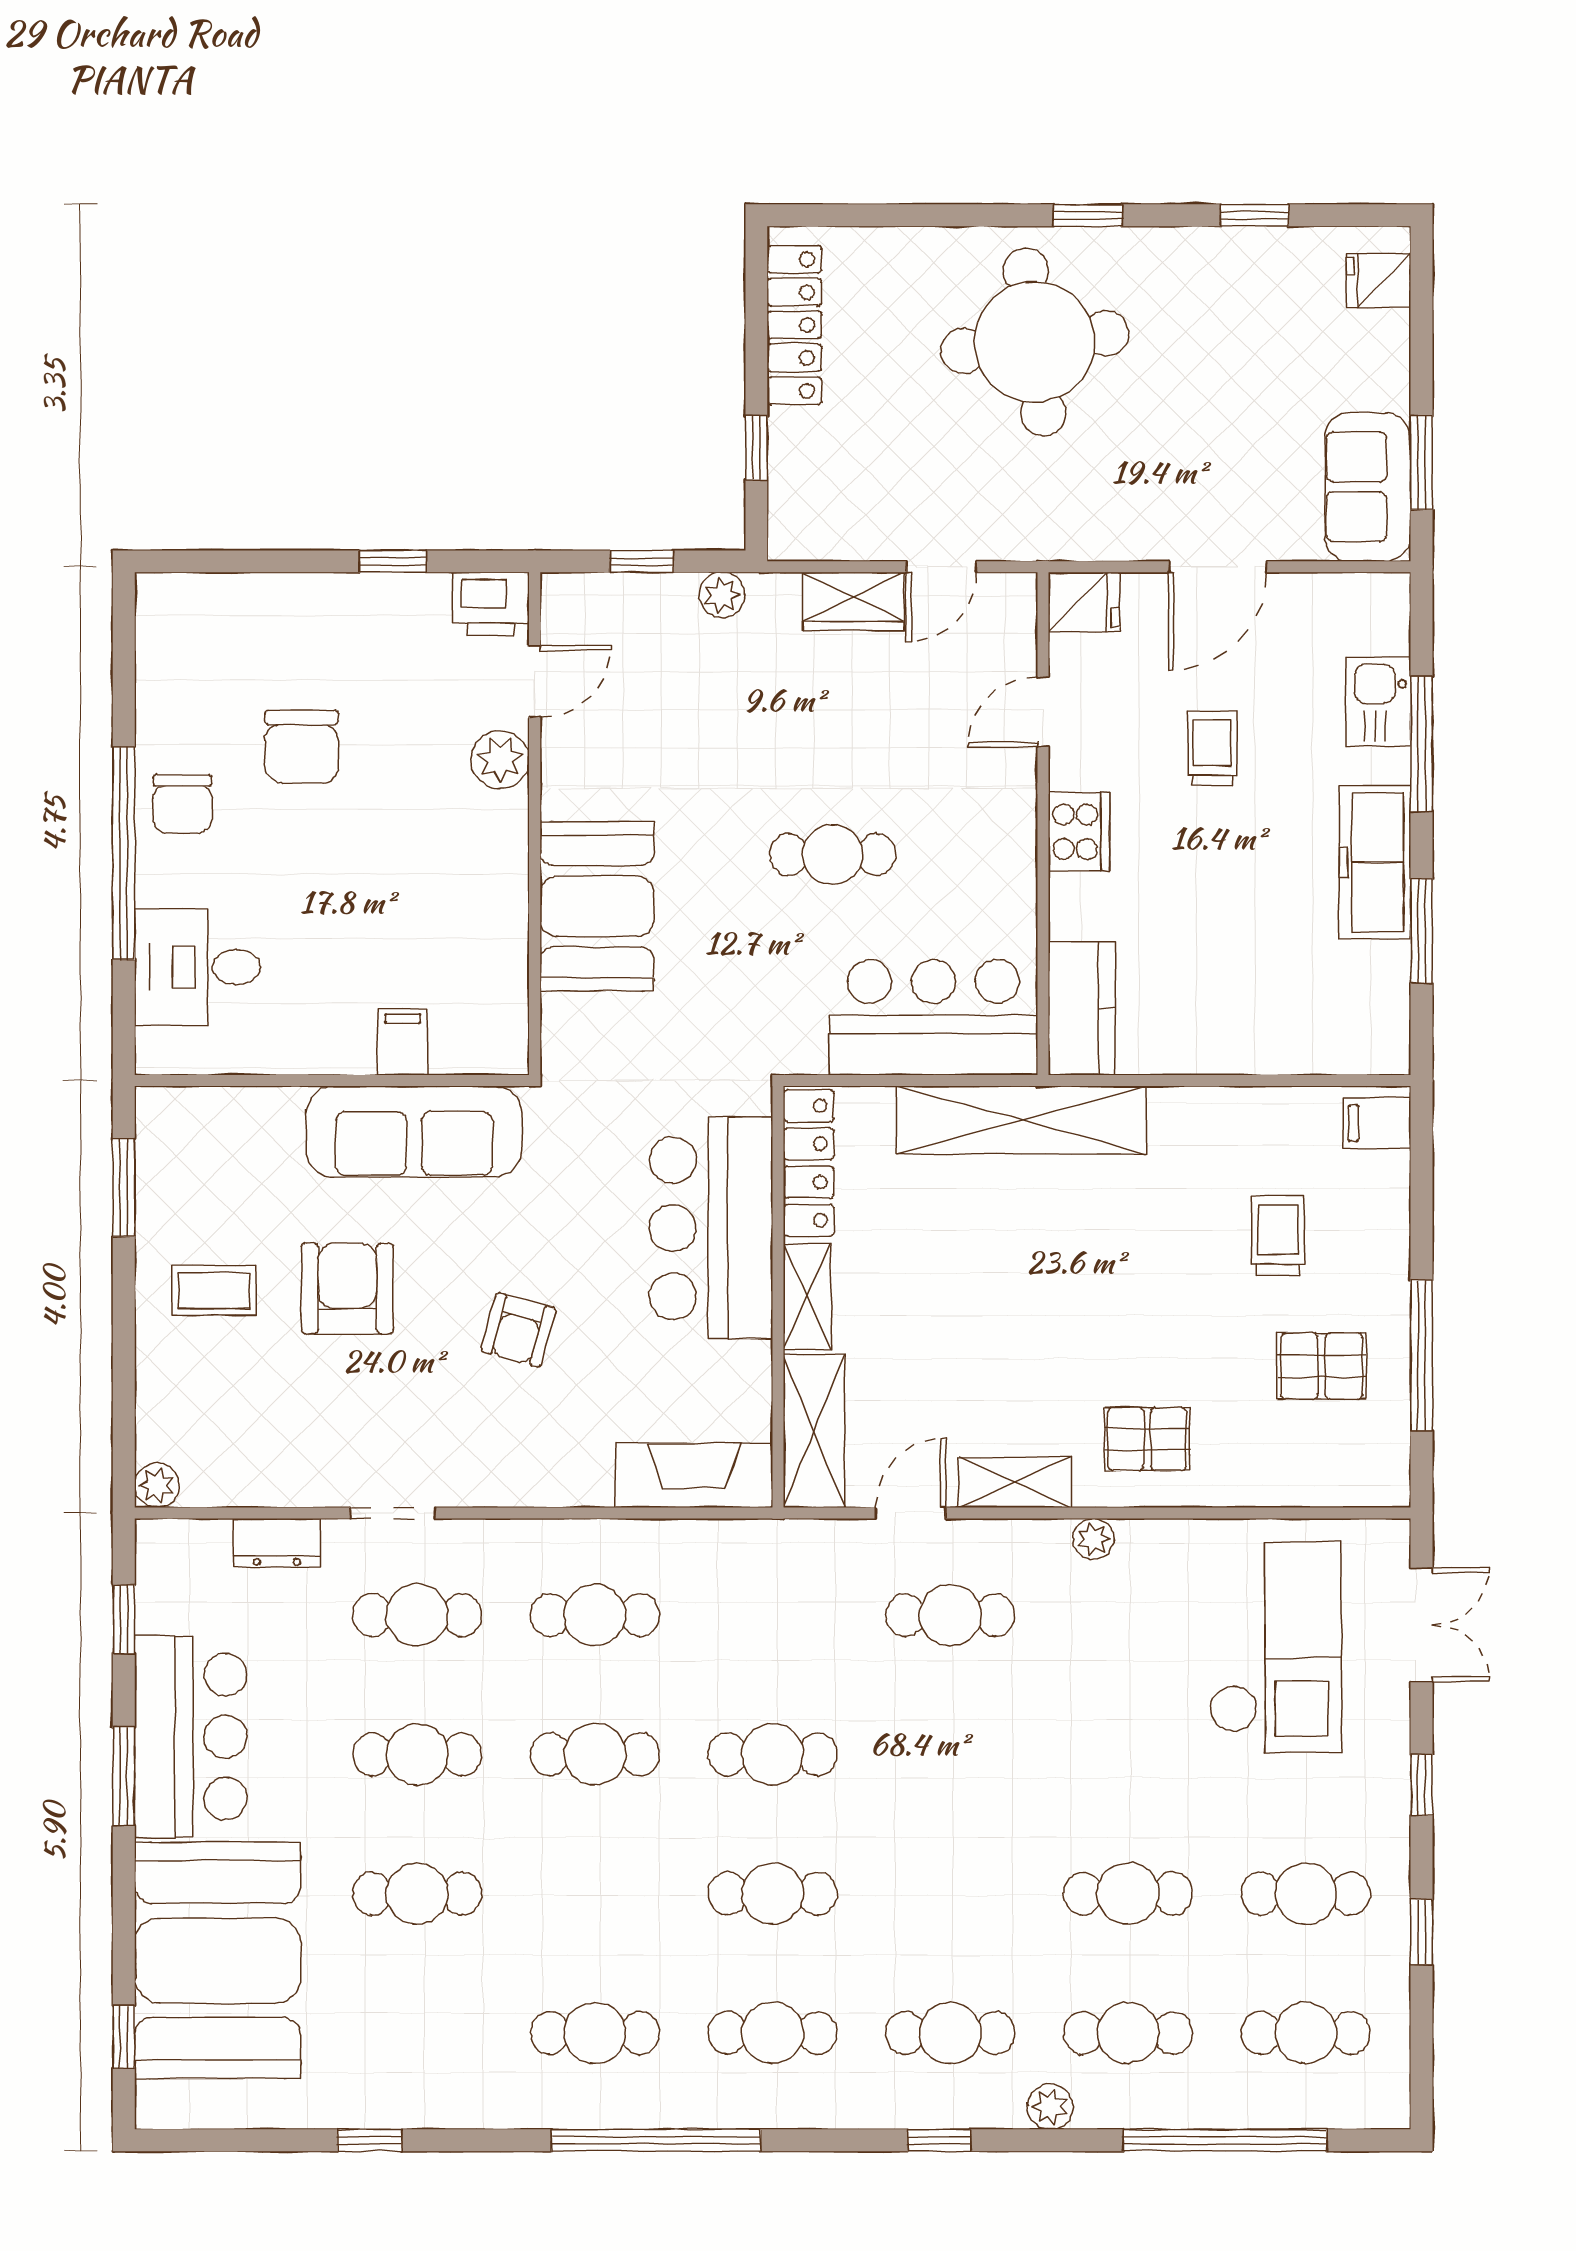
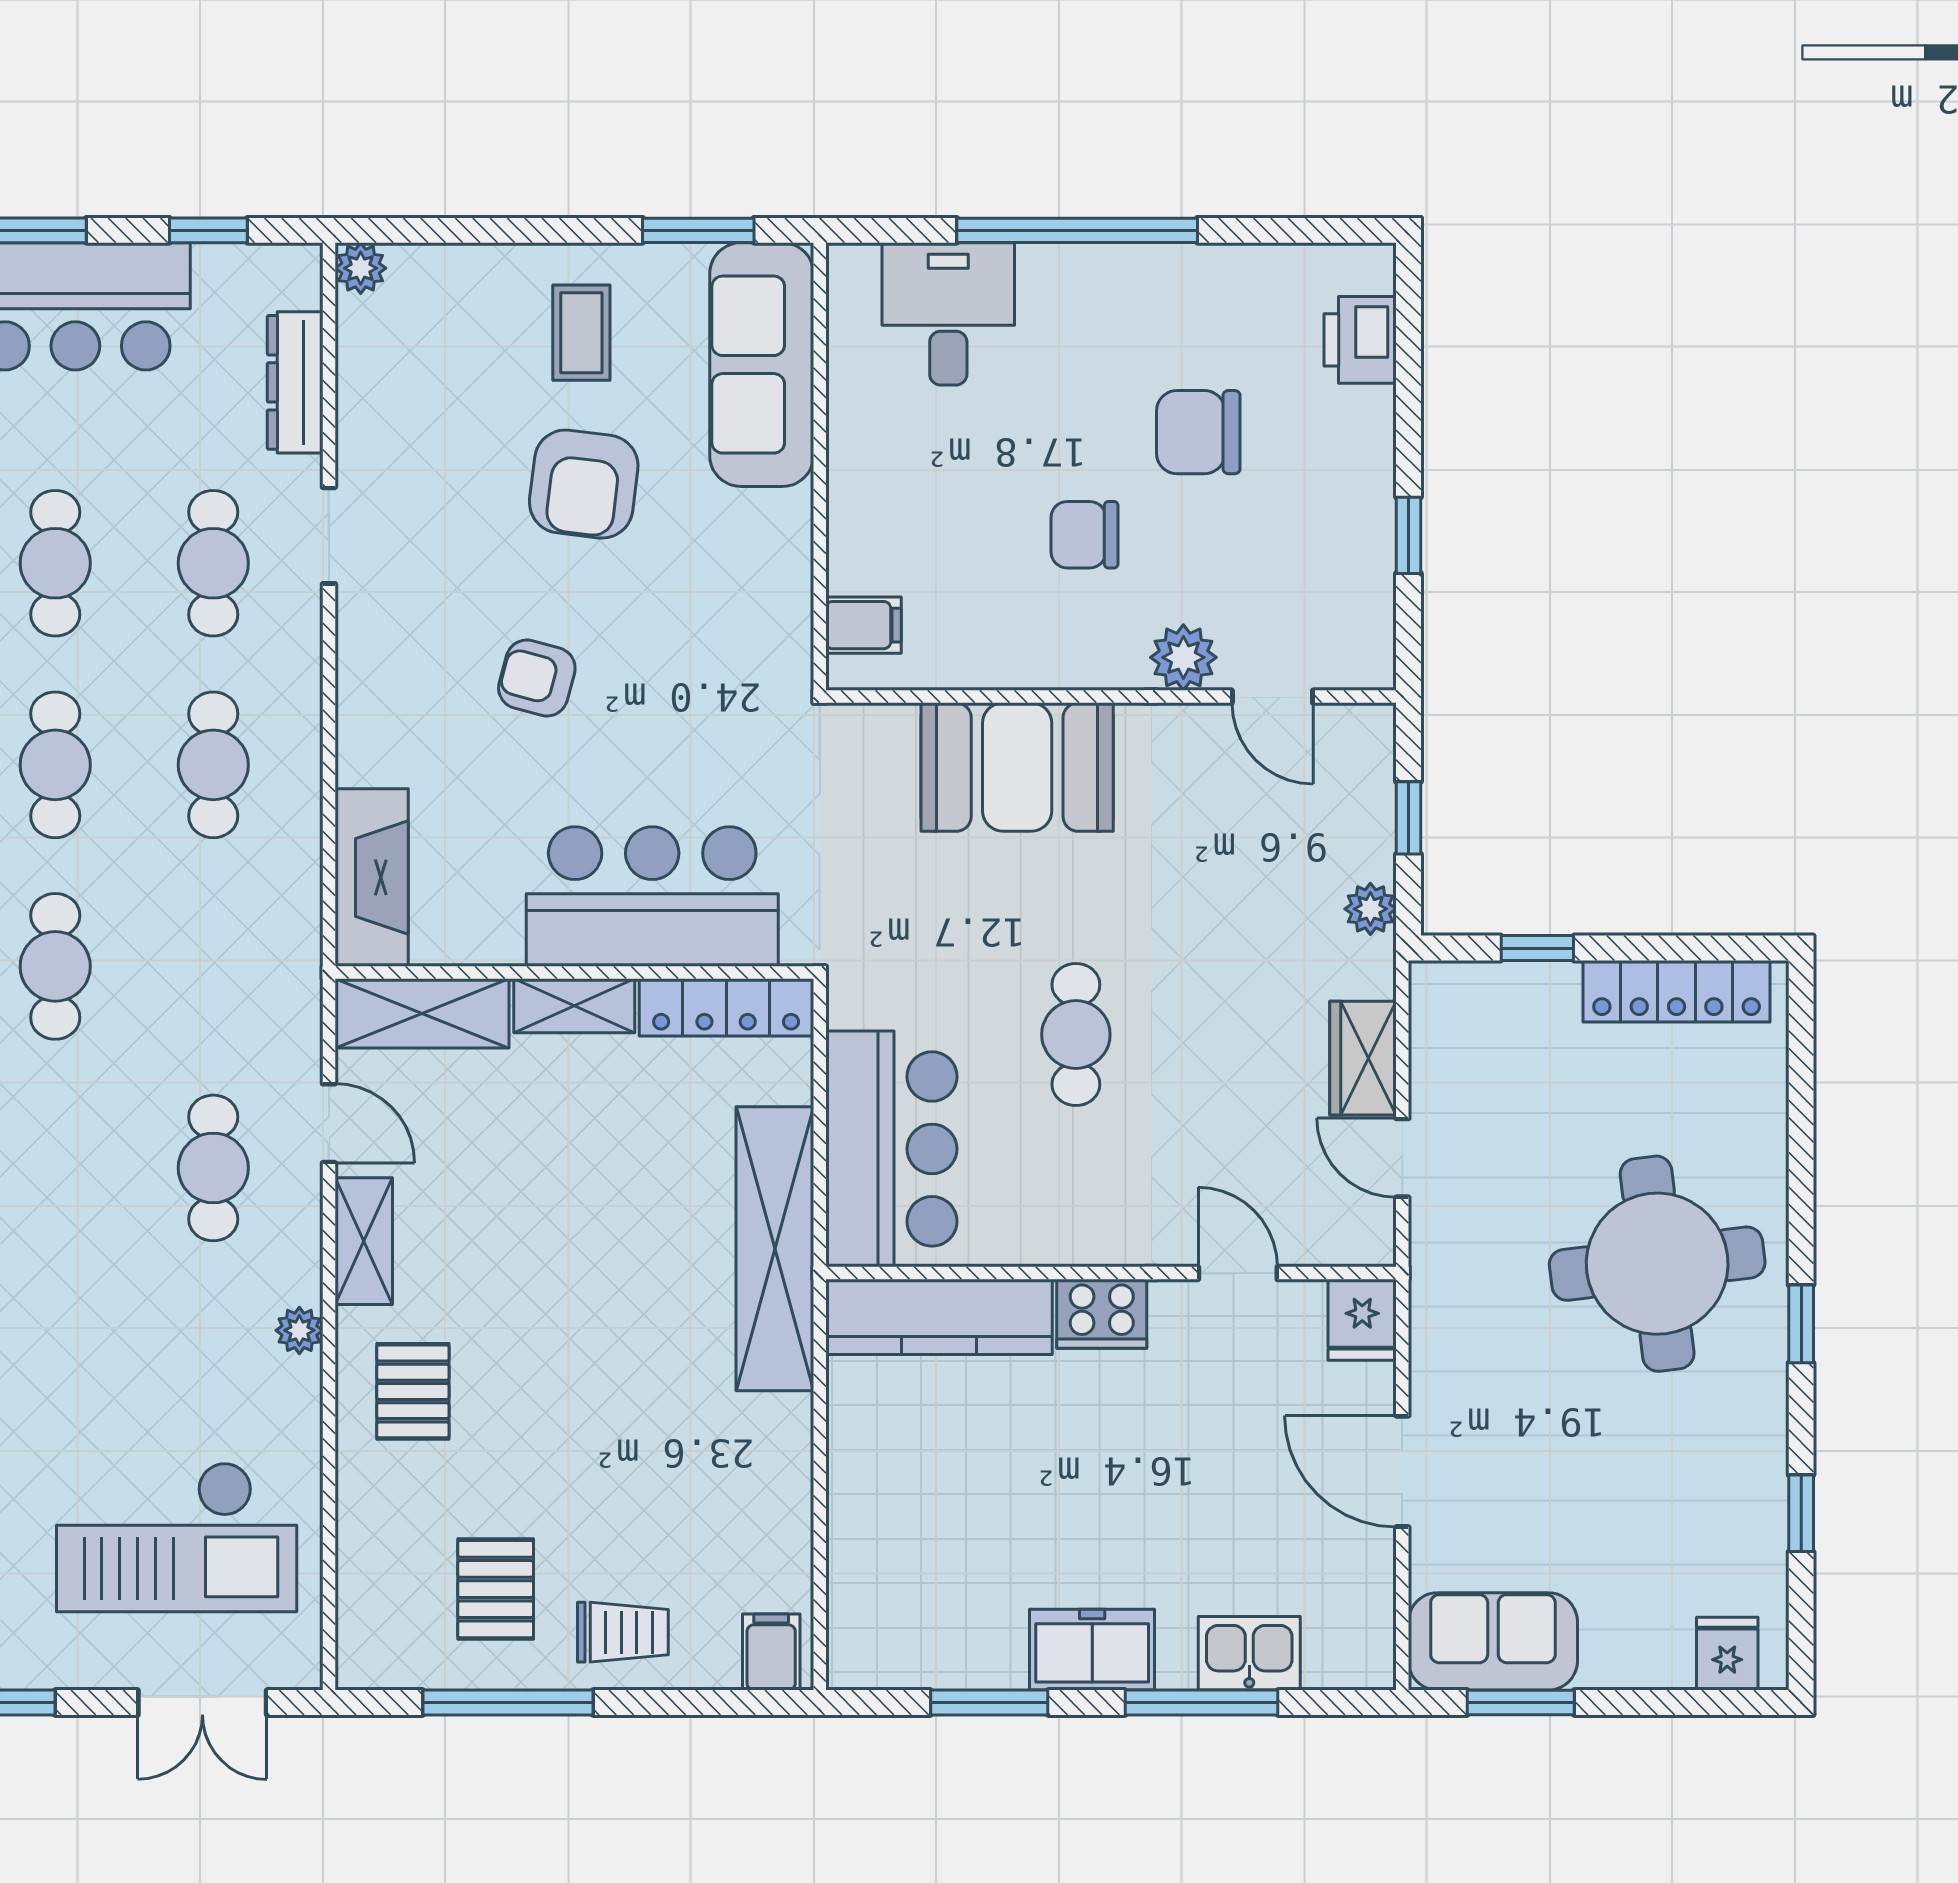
printer: (491, 604) -> (1360, 340), moved
trolley: (1212, 748) -> (1197, 1465), removed
chair: (182, 804) -> (1084, 535), moved
freezer: (1375, 862) -> (1092, 1650), width x0.71
kitchen counter: (1082, 1009) -> (939, 1317), width x1.50
filing cabinet: (403, 1042) -> (863, 625), moved
sofa: (414, 1132) -> (762, 365), moved
trolley: (1278, 1235) -> (623, 1632), moved
armchair: (347, 1288) -> (584, 484), turned 97
dresser: (277, 1543) -> (295, 382), width x1.44

